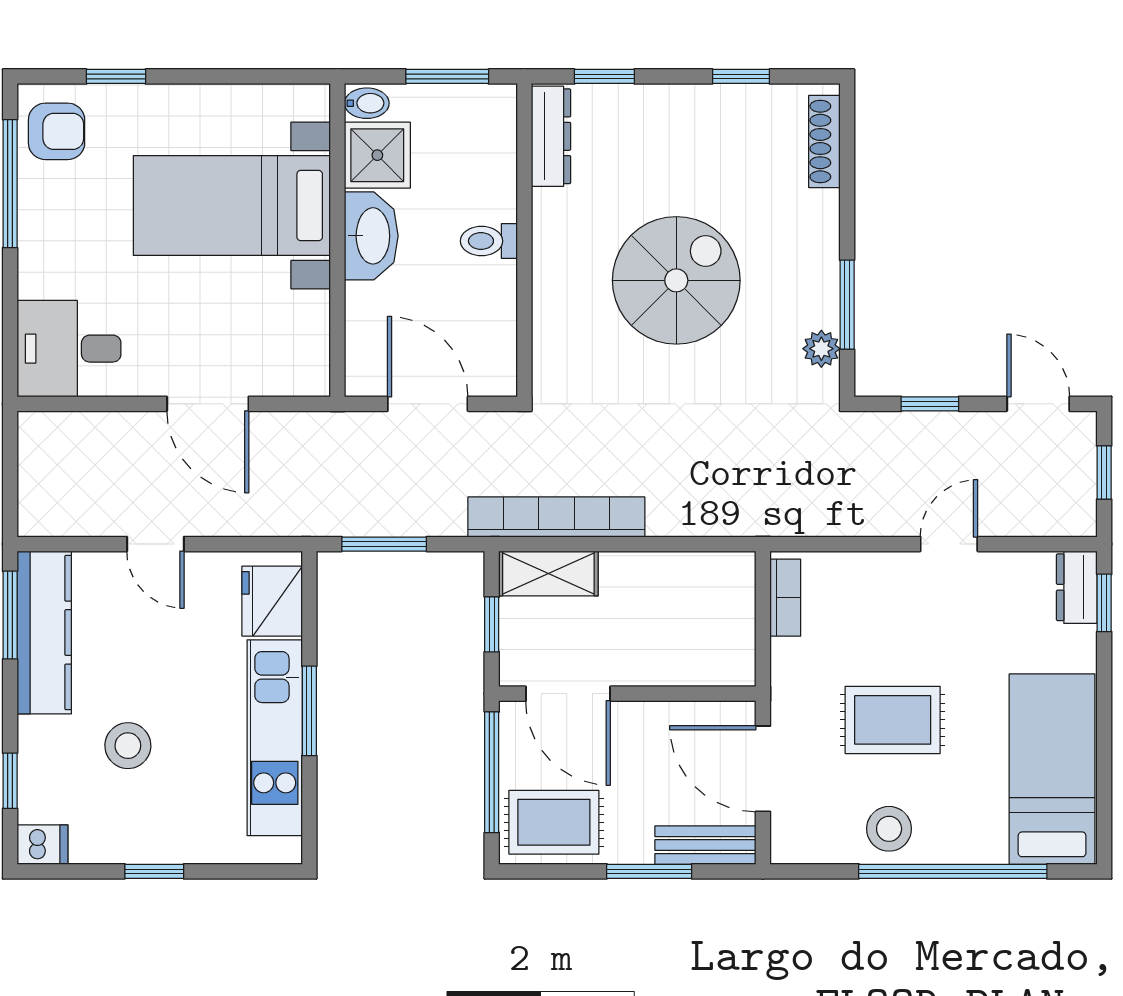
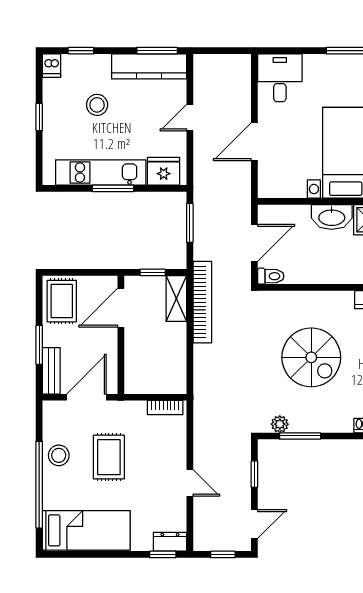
toilet: (489, 241) -> (271, 276), moved, turned 90
window: (492, 772) -> (85, 272), removed

